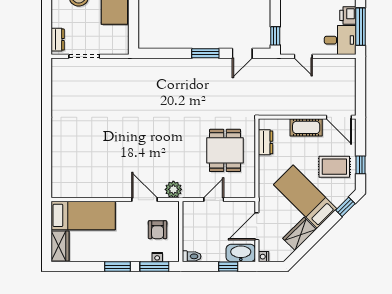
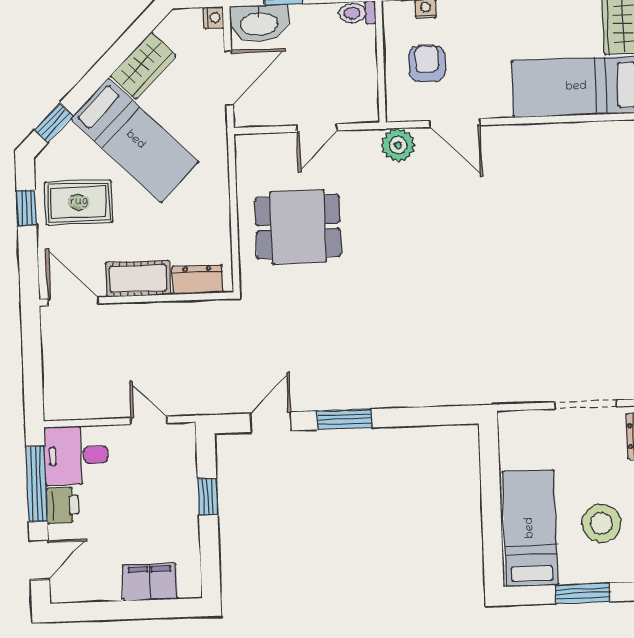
window: (275, 36) -> (208, 497), moved
dresser: (266, 142) -> (197, 280), moved, turned 90
dining table: (225, 150) -> (298, 227), turned 90

